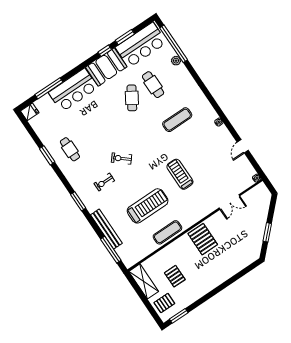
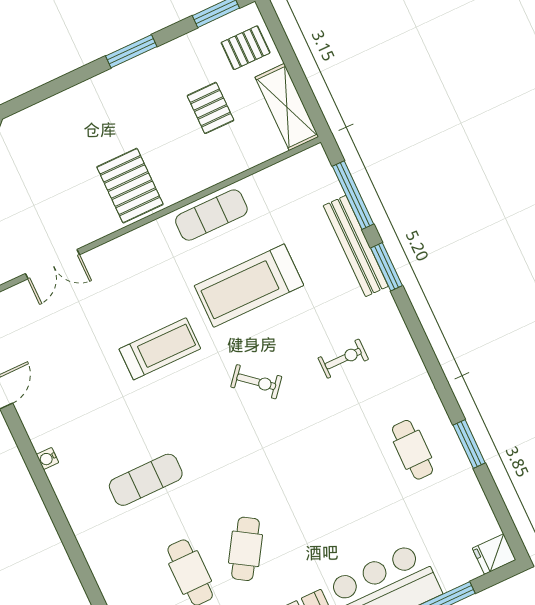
exercise bike: (122, 158) -> (256, 382), moved
treadmill: (180, 174) -> (160, 349), turned -90
window: (78, 201) -> (387, 267), moved
double door: (229, 202) -> (52, 264), swing flipped
window: (211, 294) -> (131, 51), added

